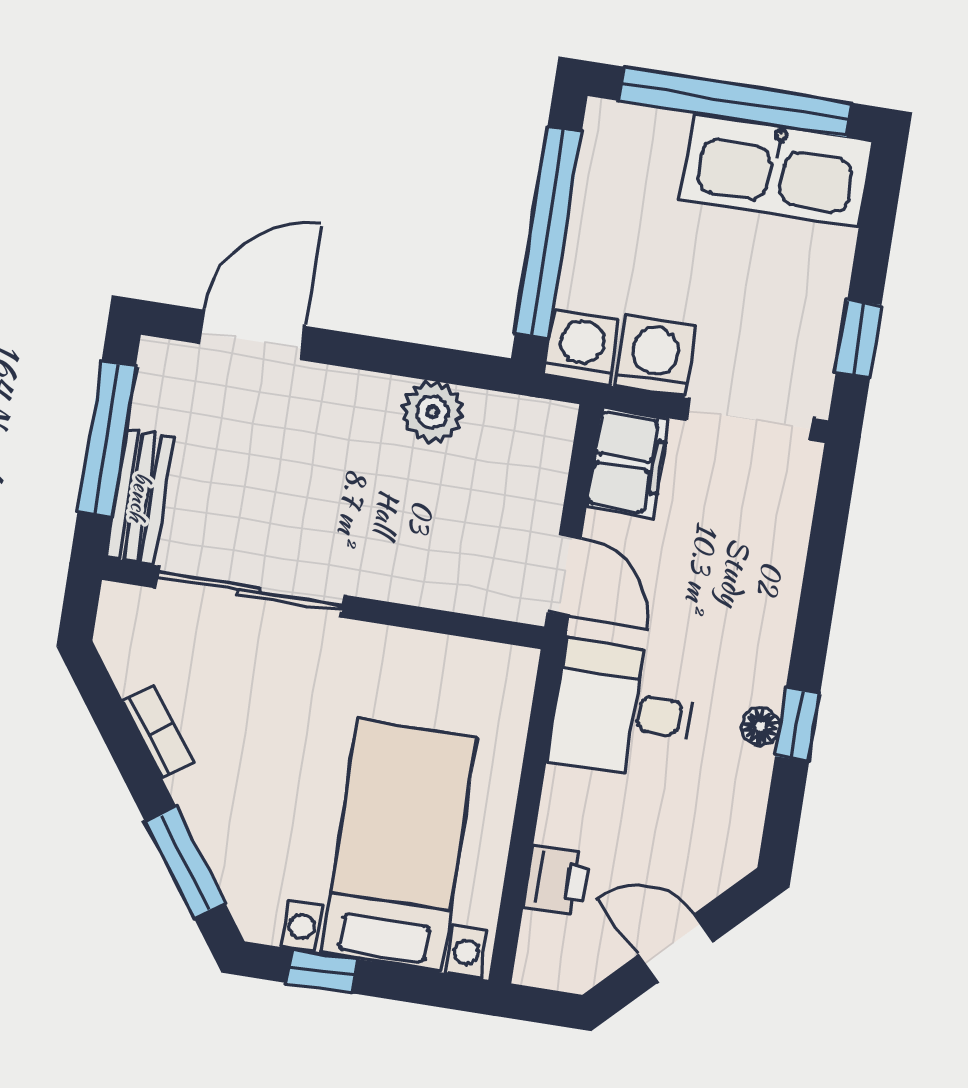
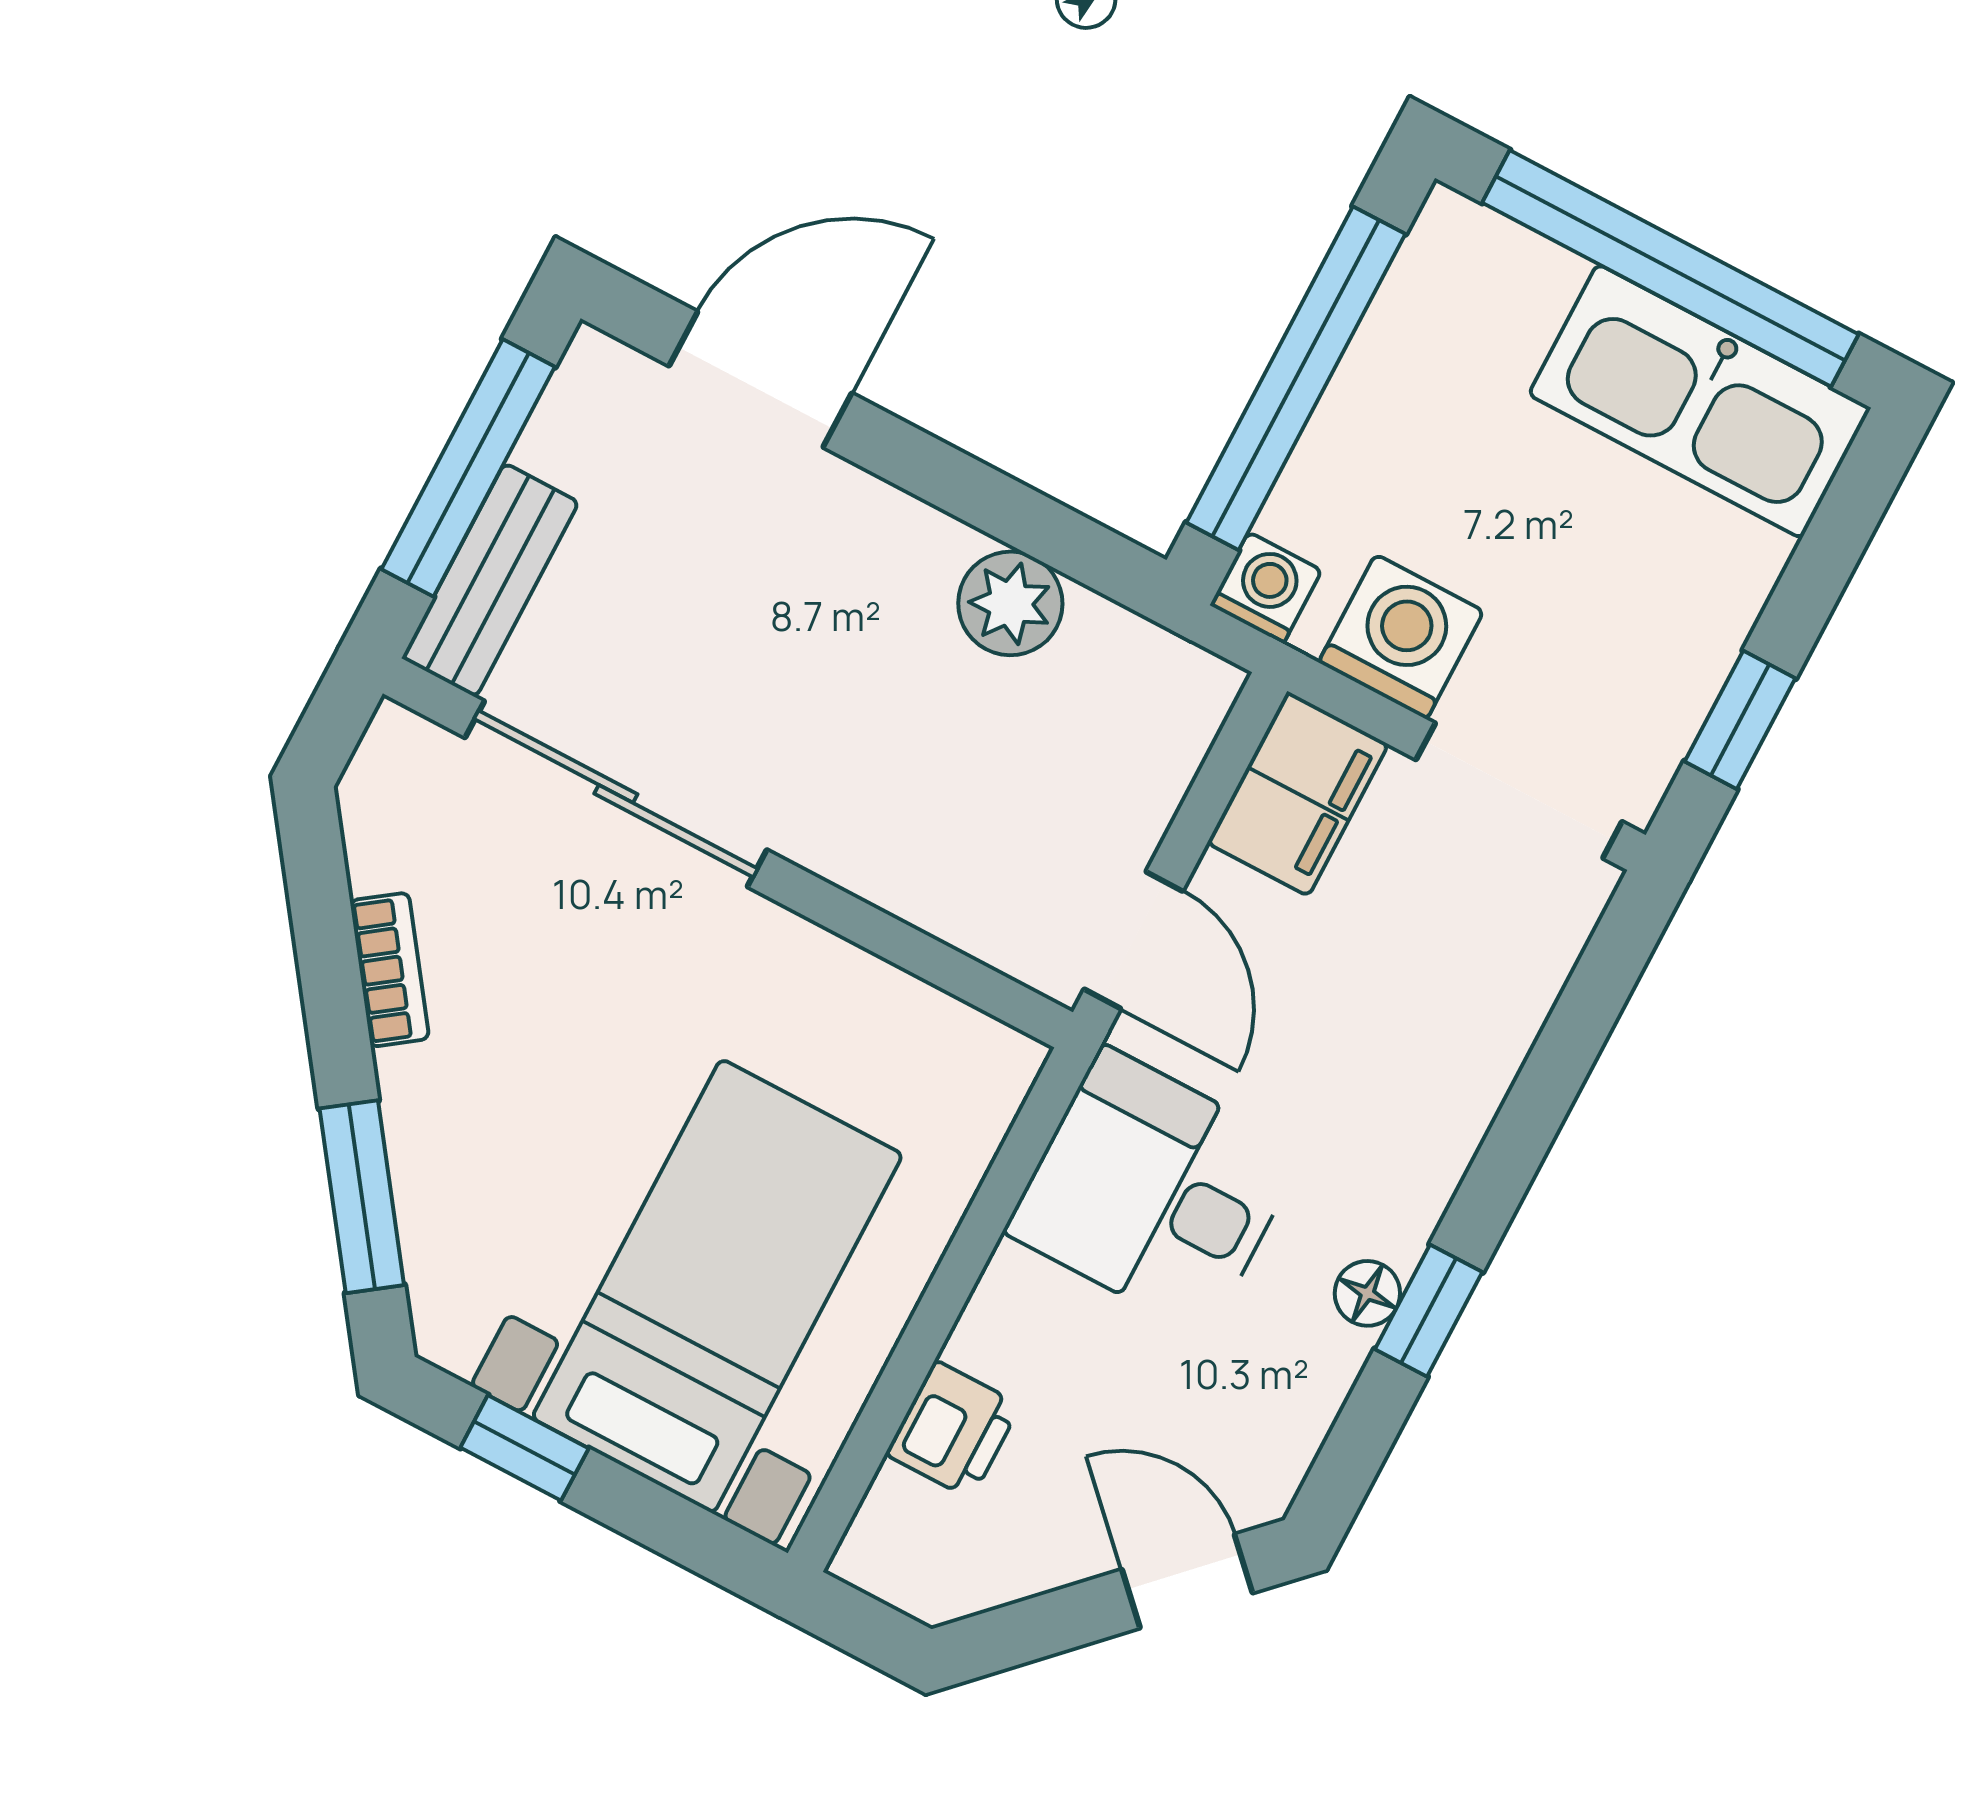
washing machine: (582, 347) -> (1266, 588), width x0.73, depth x0.73
door: (676, 948) -> (1187, 1581), moved

